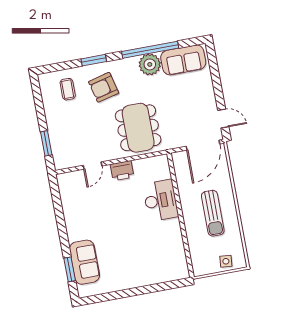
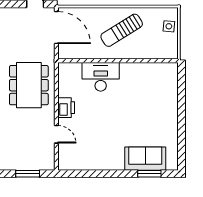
dining table: (138, 128) -> (29, 85), turned 90
sun lounger: (213, 213) -> (122, 30), turned 148

